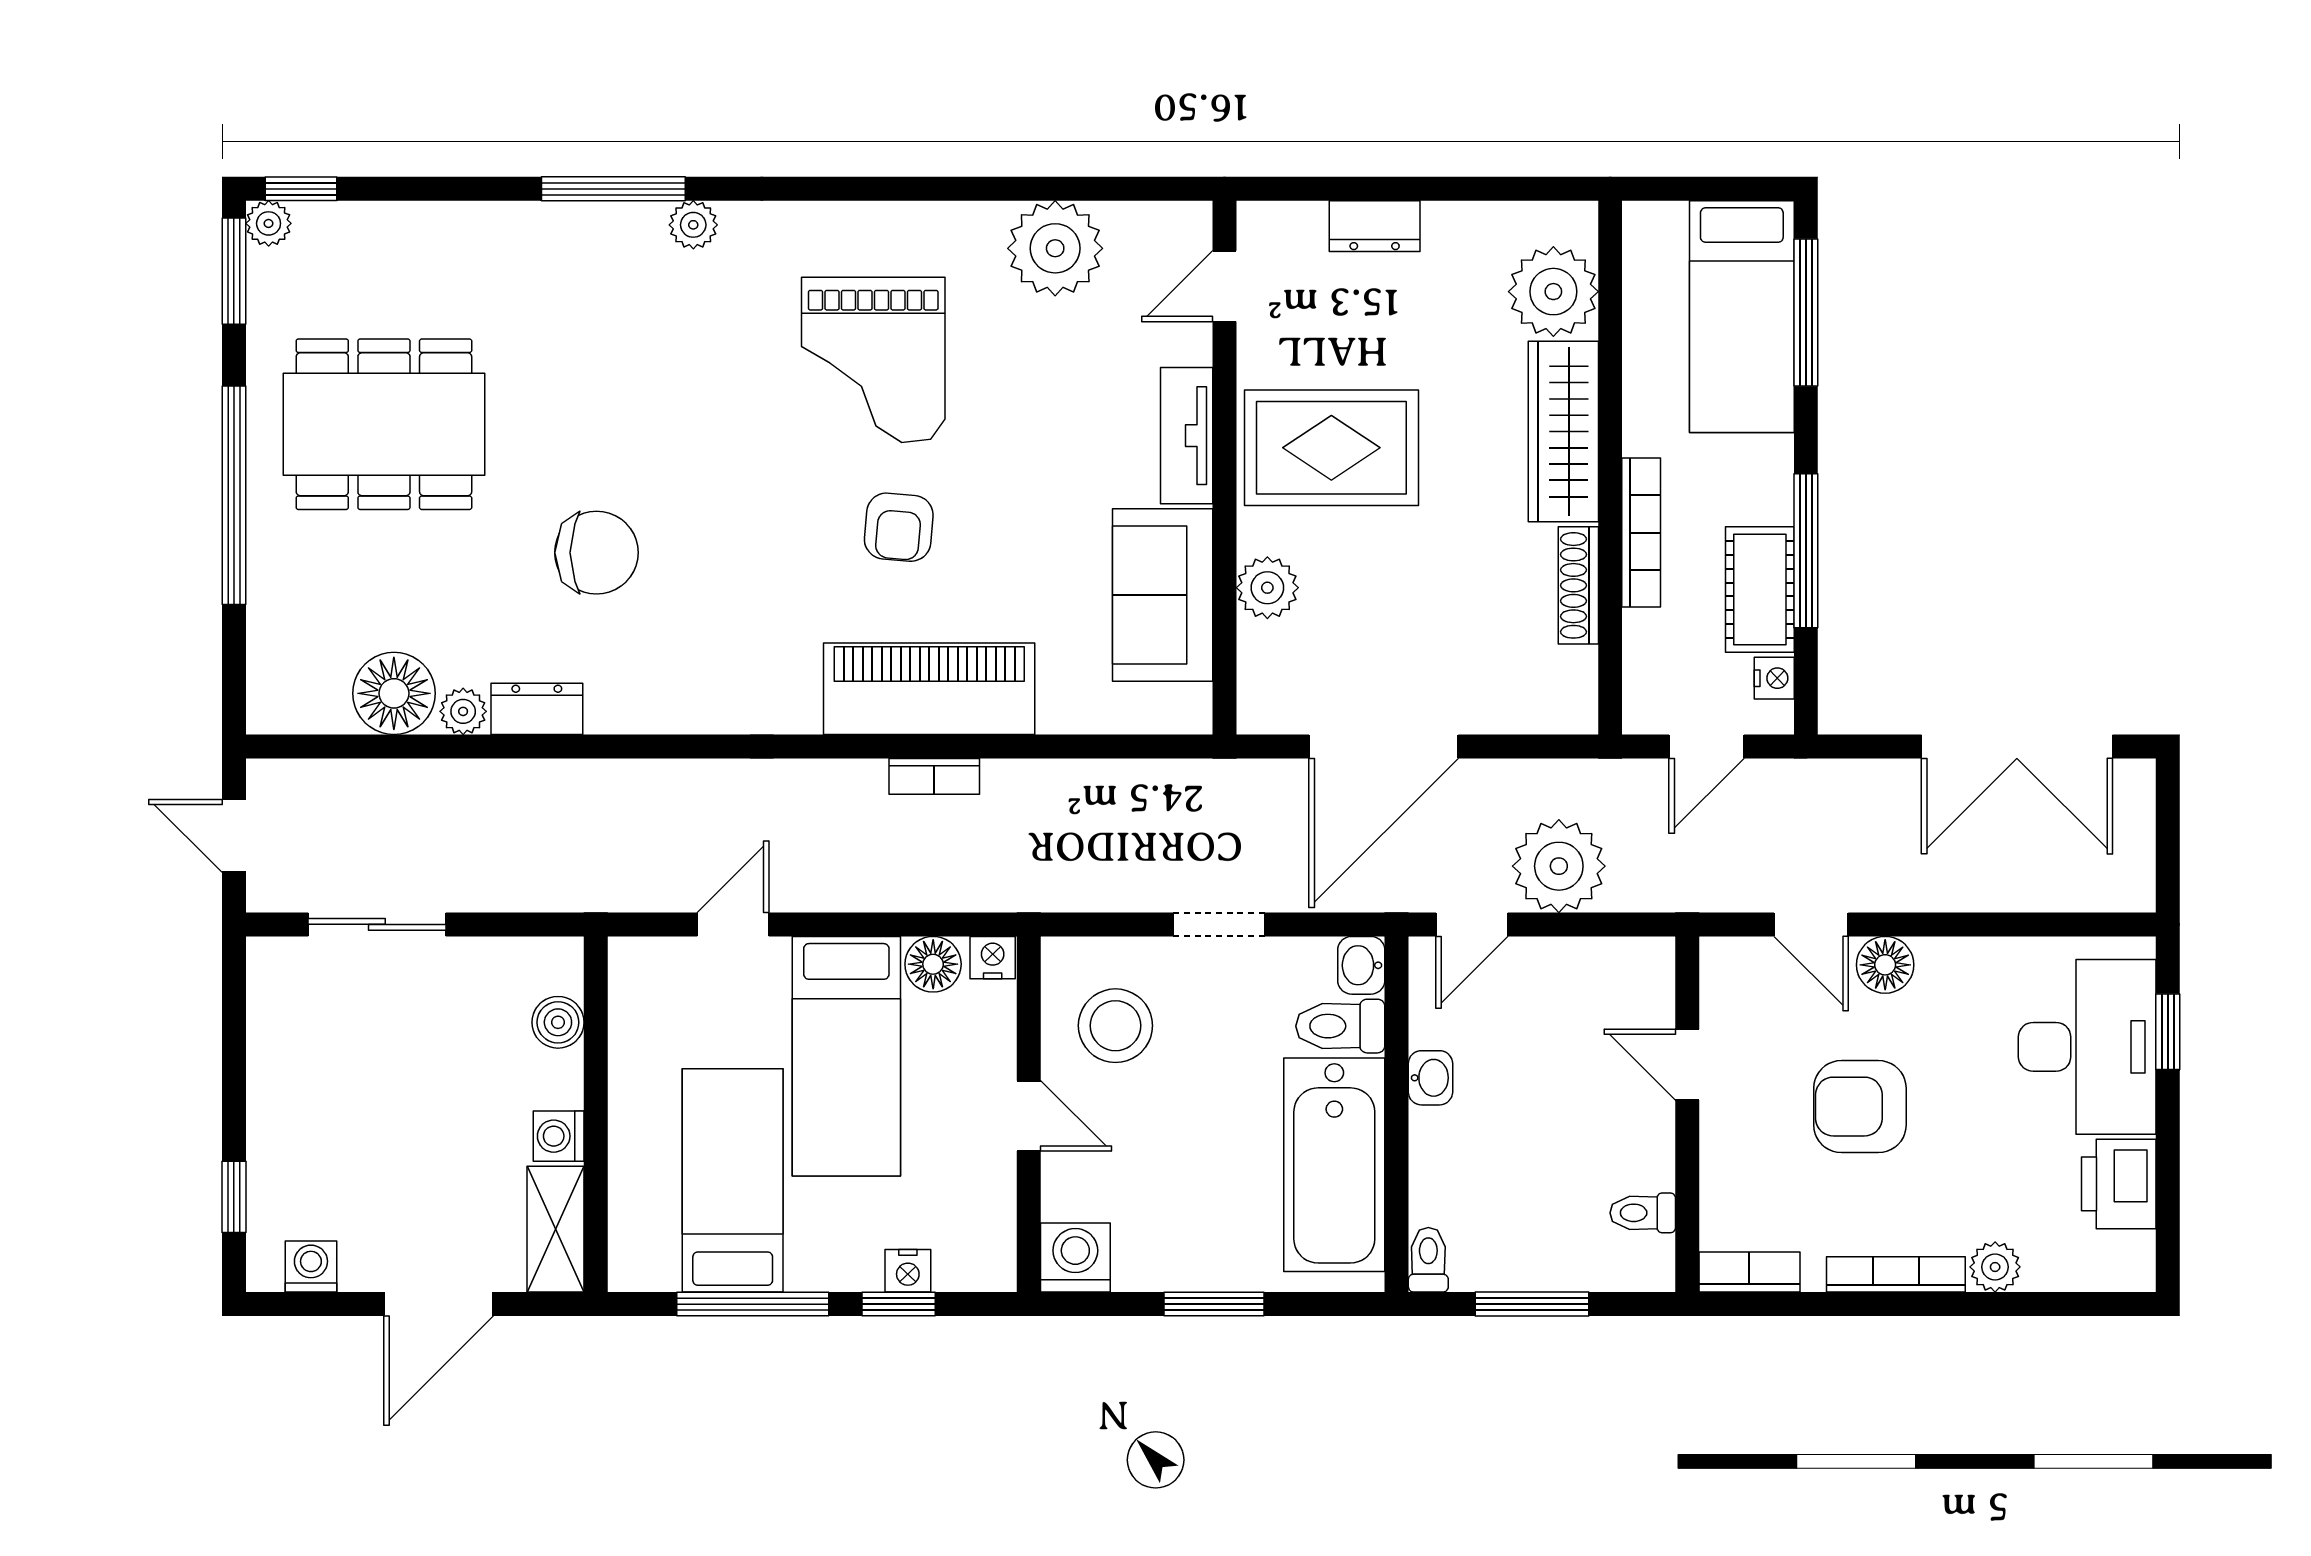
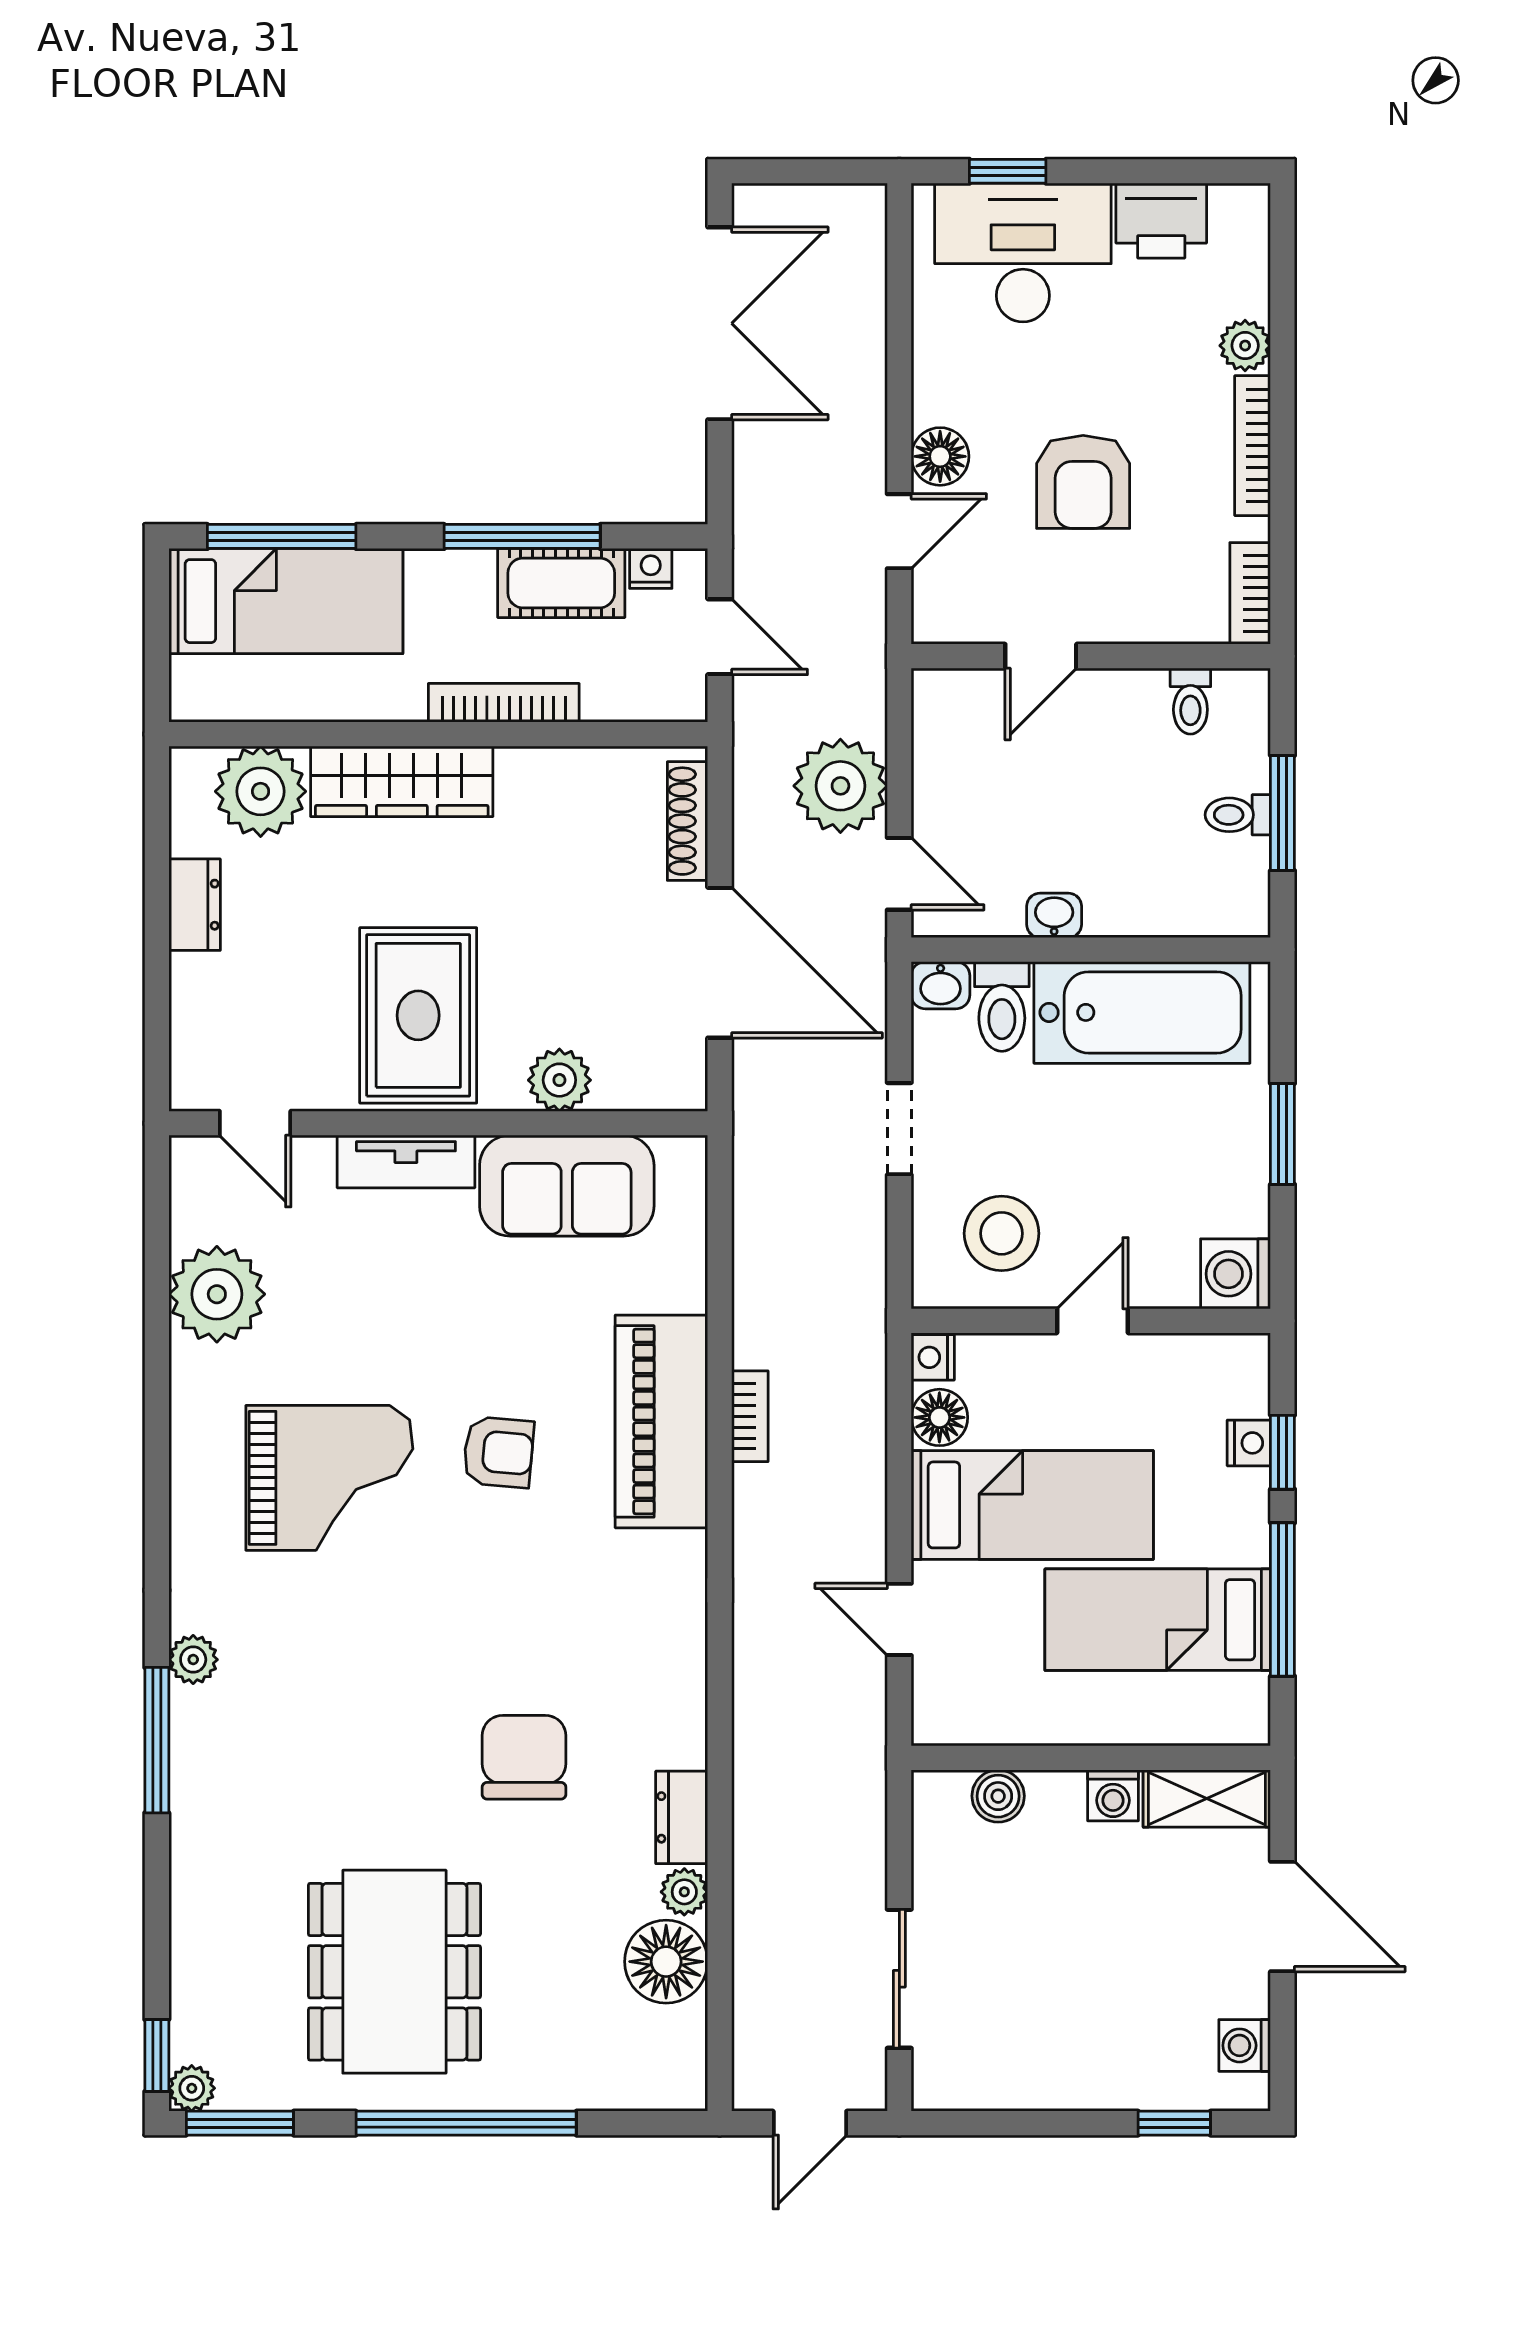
dresser: (1375, 226) -> (195, 905), moved
shoe rack: (1578, 585) -> (688, 821), moved, turned 90
toilet: (1428, 1260) -> (1238, 815), moved

